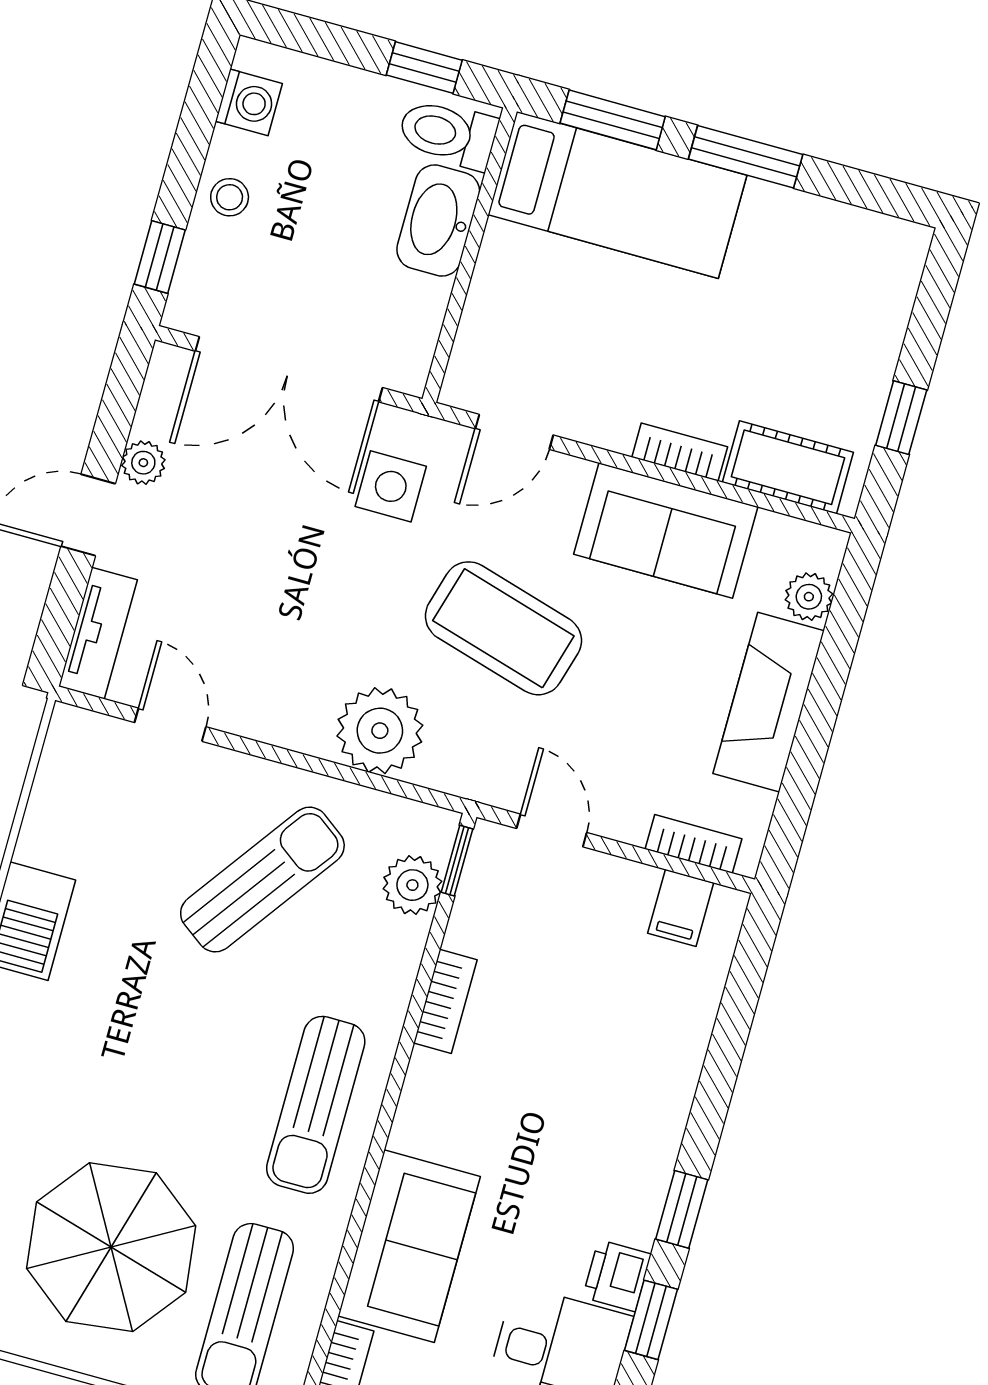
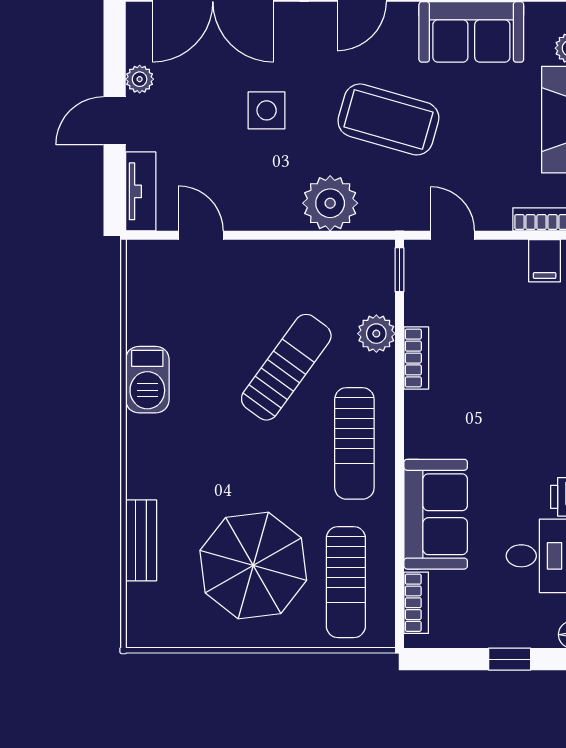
side table: (391, 486) -> (267, 110), moved
sun lounger: (262, 880) -> (286, 367), moved
plant: (412, 885) -> (376, 334), moved

